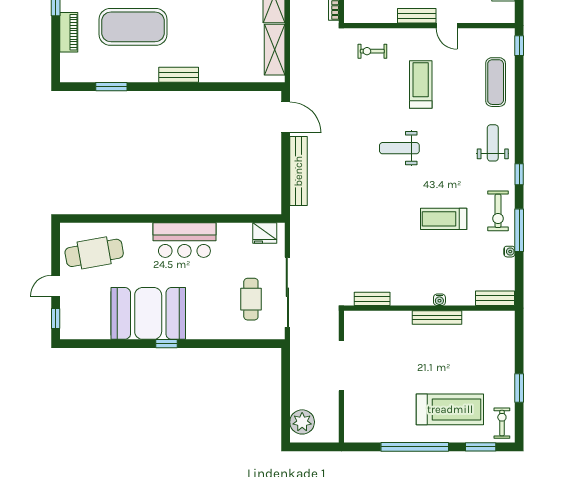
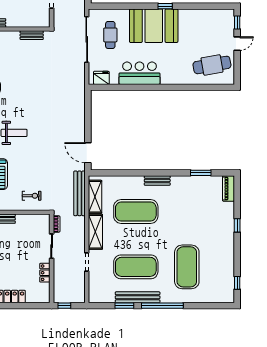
exercise mat: (133, 27) -> (136, 212), moved
piano: (69, 32) -> (228, 189), moved
bench: (298, 171) -> (79, 193), moved
bar counter: (184, 240) -> (139, 73), moved
booth: (148, 313) -> (154, 26), moved

